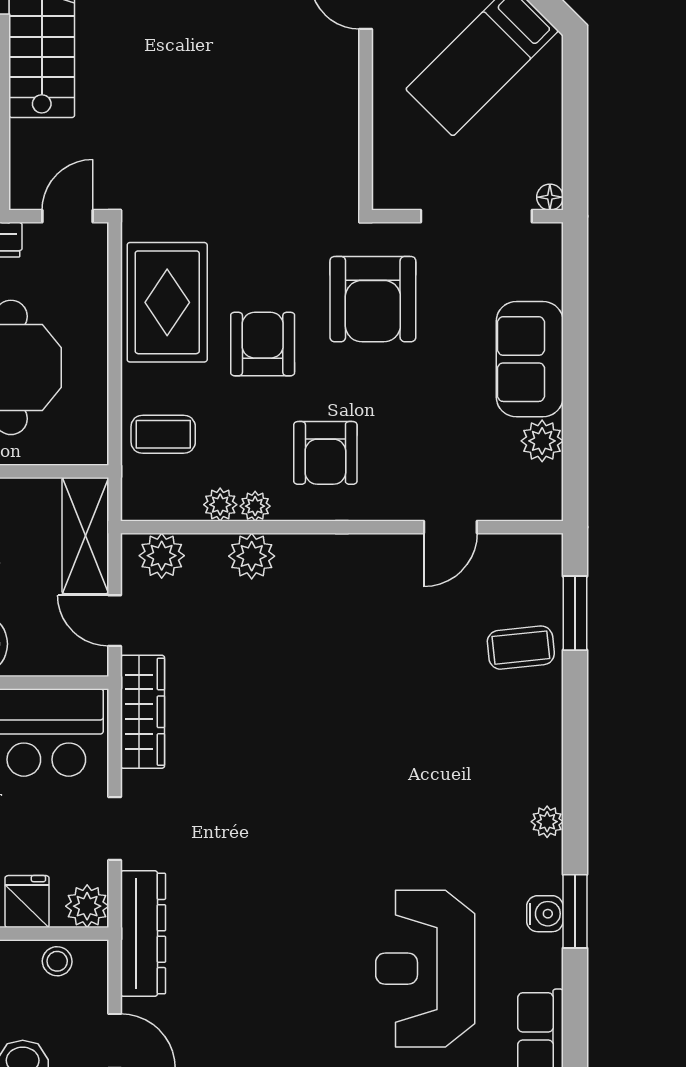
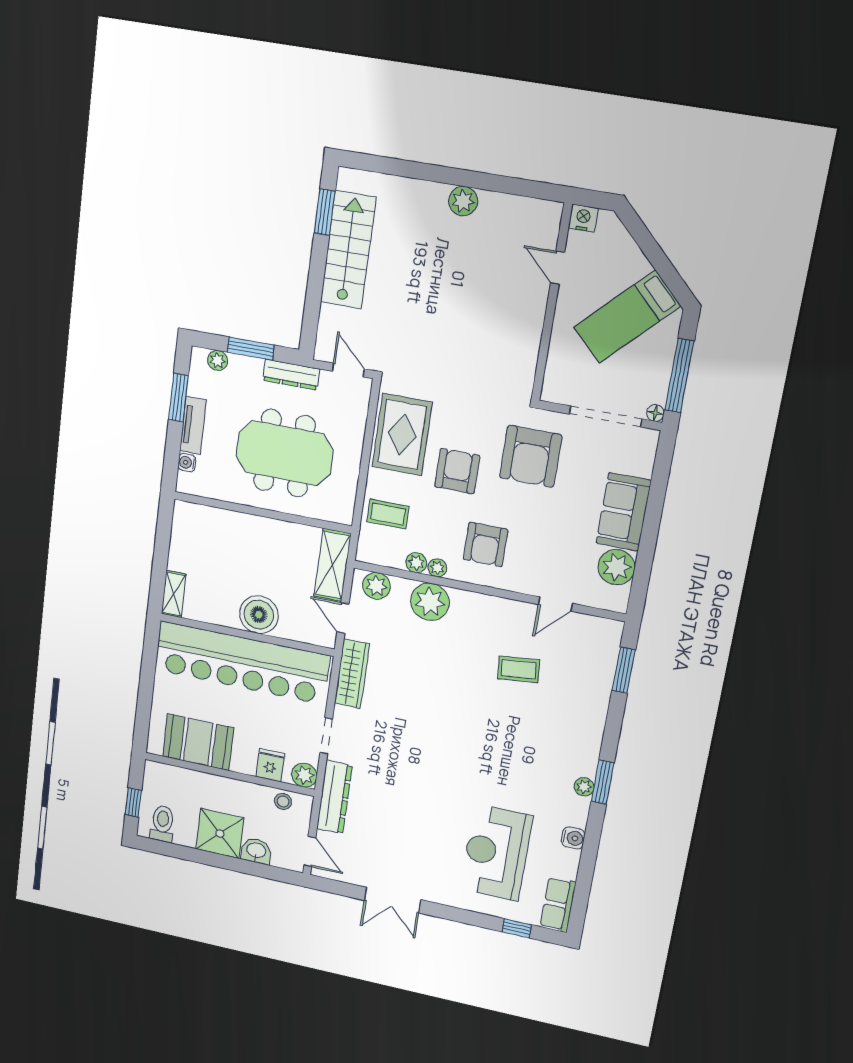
window: (575, 134) -> (679, 376), added
door: (67, 216) -> (348, 370), hinge flipped
plant: (542, 441) -> (617, 567), width x1.36, depth x1.36
plant: (252, 556) -> (430, 602), width x1.36, depth x1.36
coffee table: (521, 648) -> (519, 669), moved
window: (575, 911) -> (603, 782), moved

